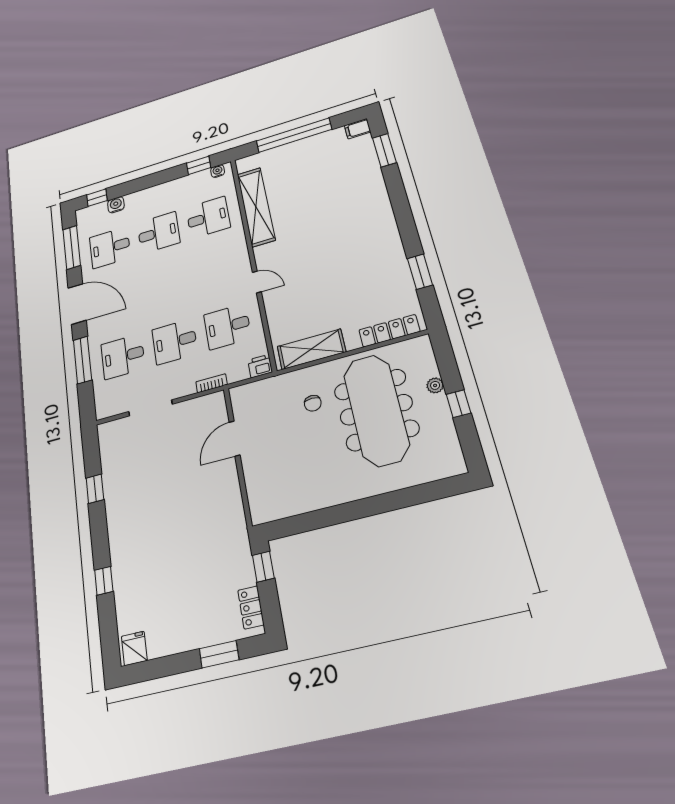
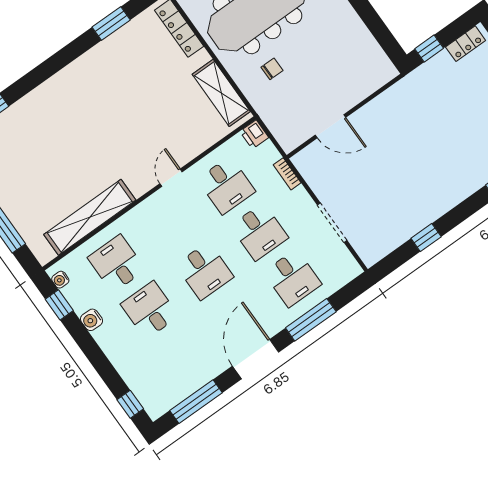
water cooler: (116, 205) -> (91, 320), moved
desk: (110, 248) -> (205, 271), moved

